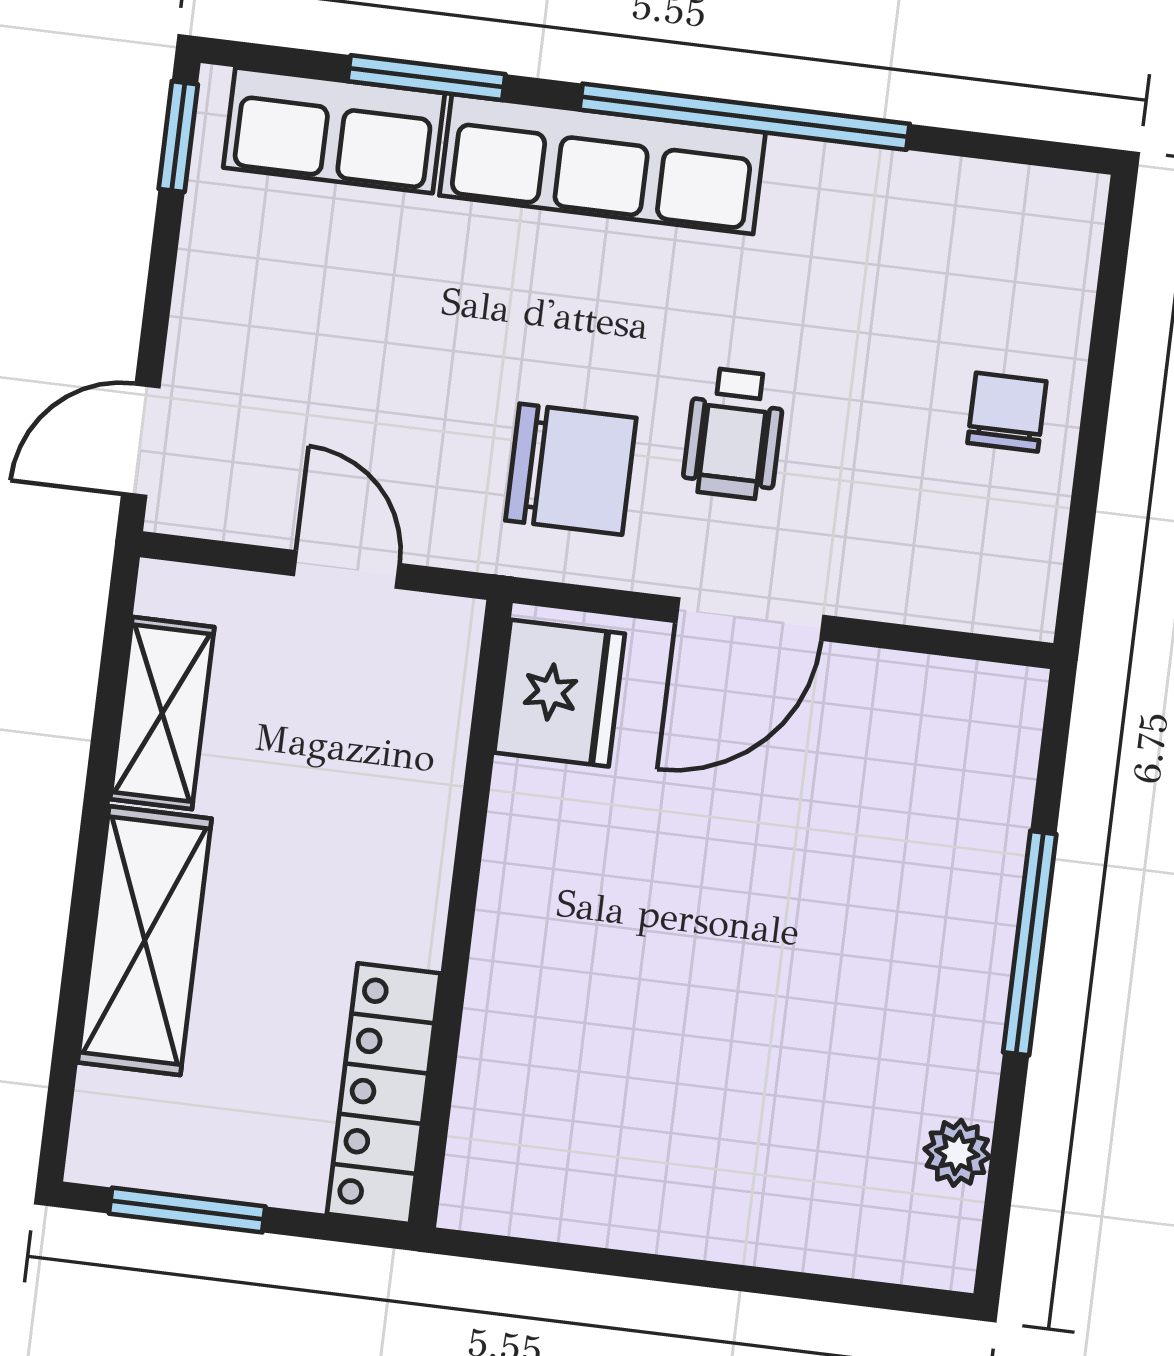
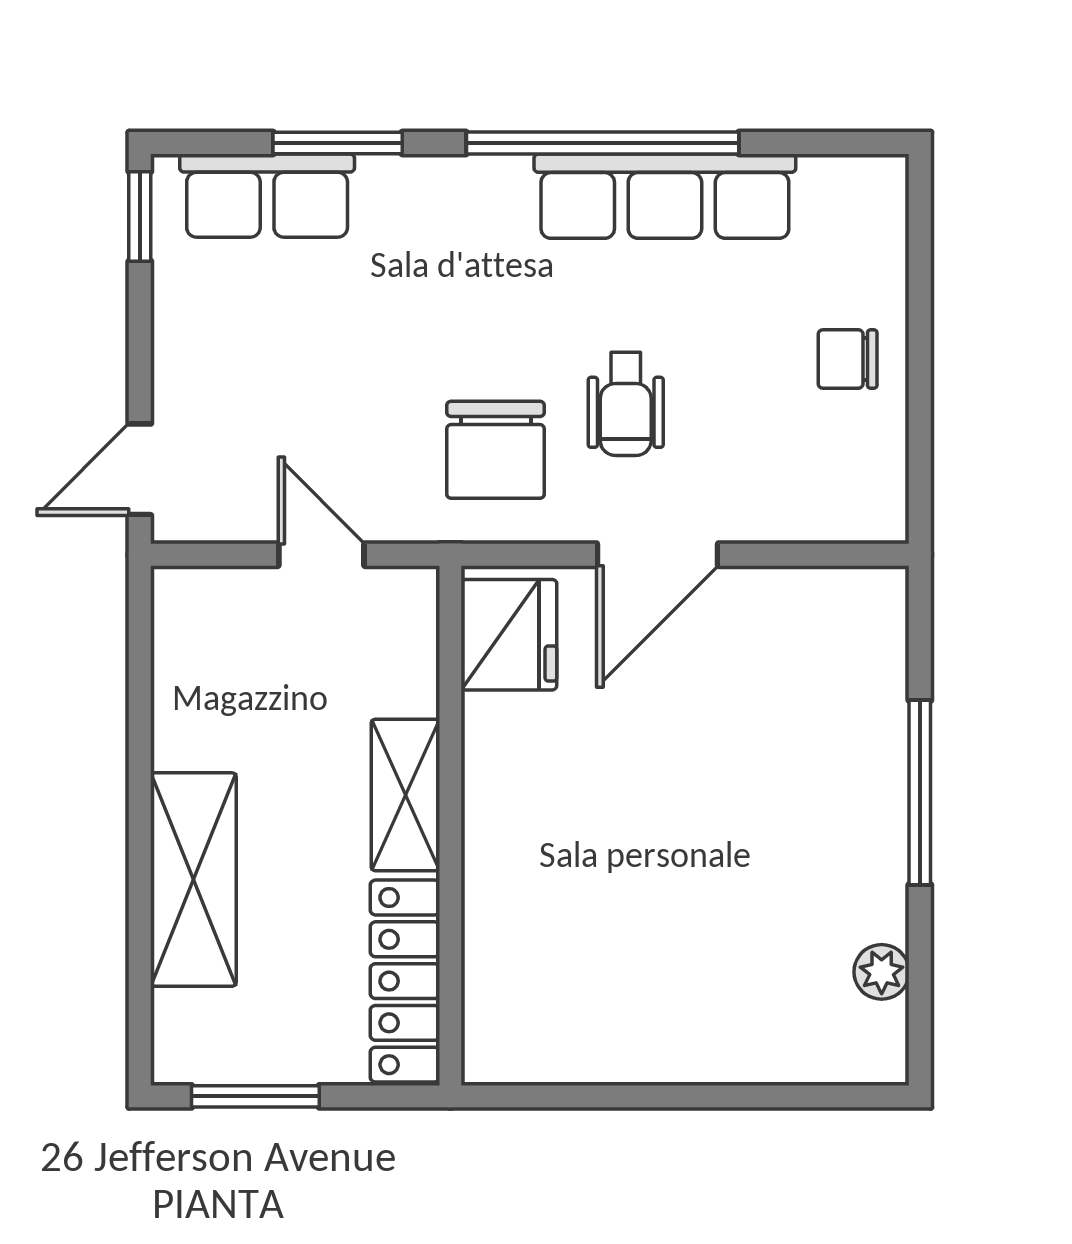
row of seats: (603, 164) -> (665, 196), moved
chair: (1007, 412) -> (848, 359), turned -90
chair: (571, 469) -> (496, 450), turned 90
shelving: (162, 713) -> (405, 795), moved

